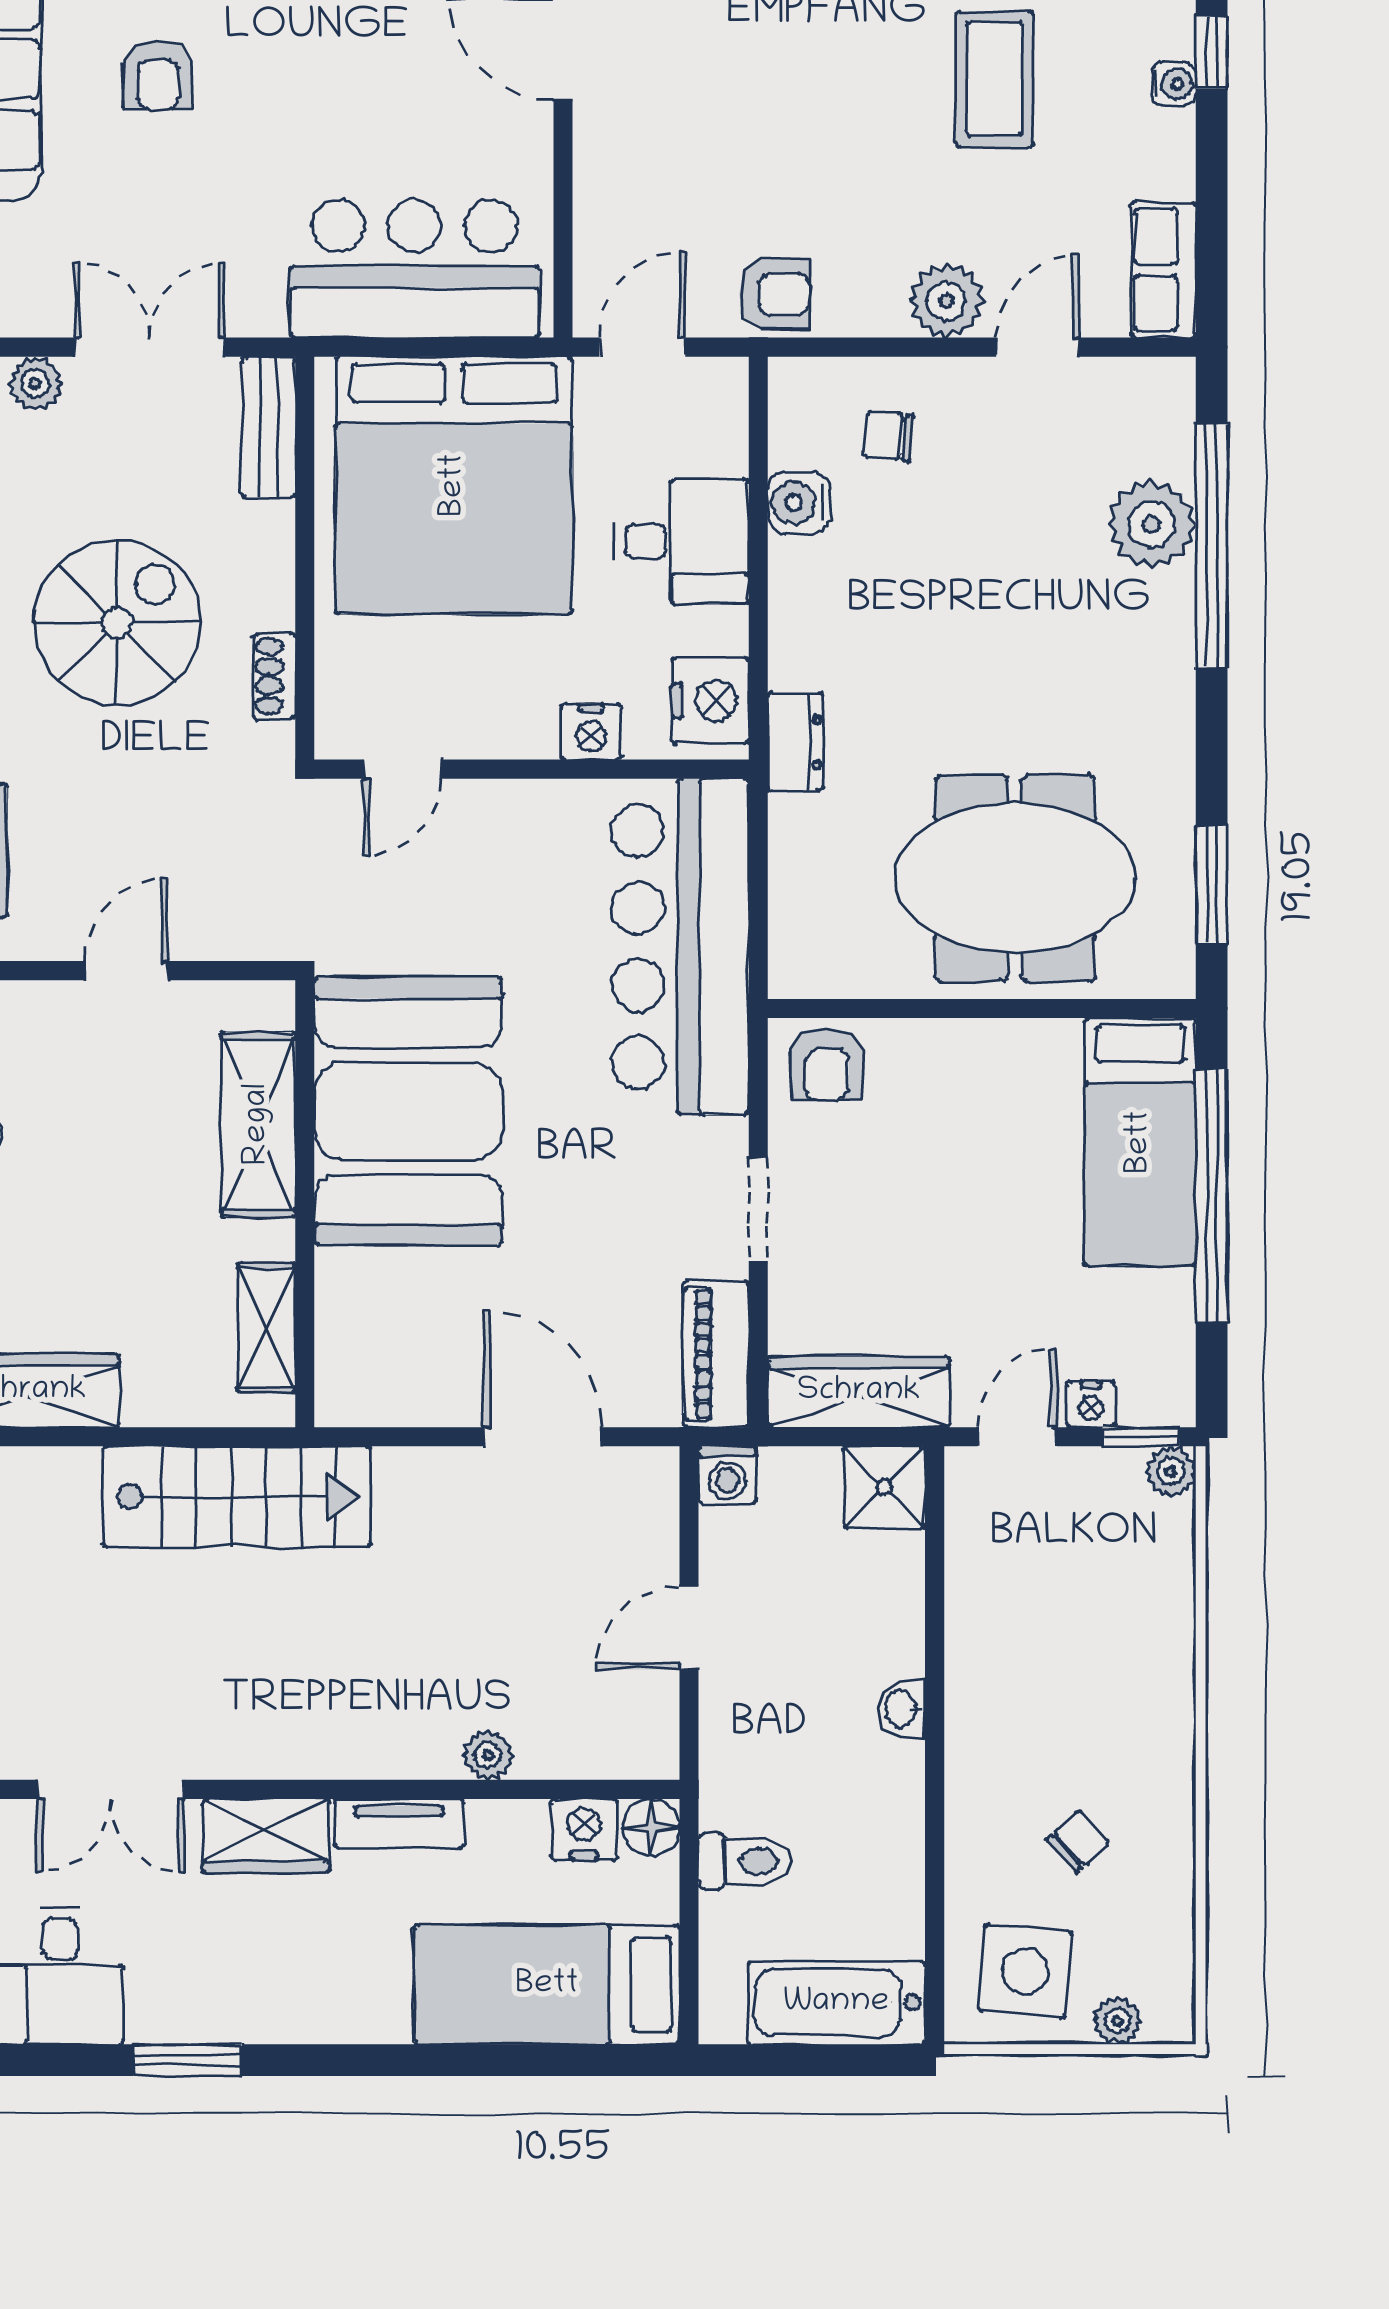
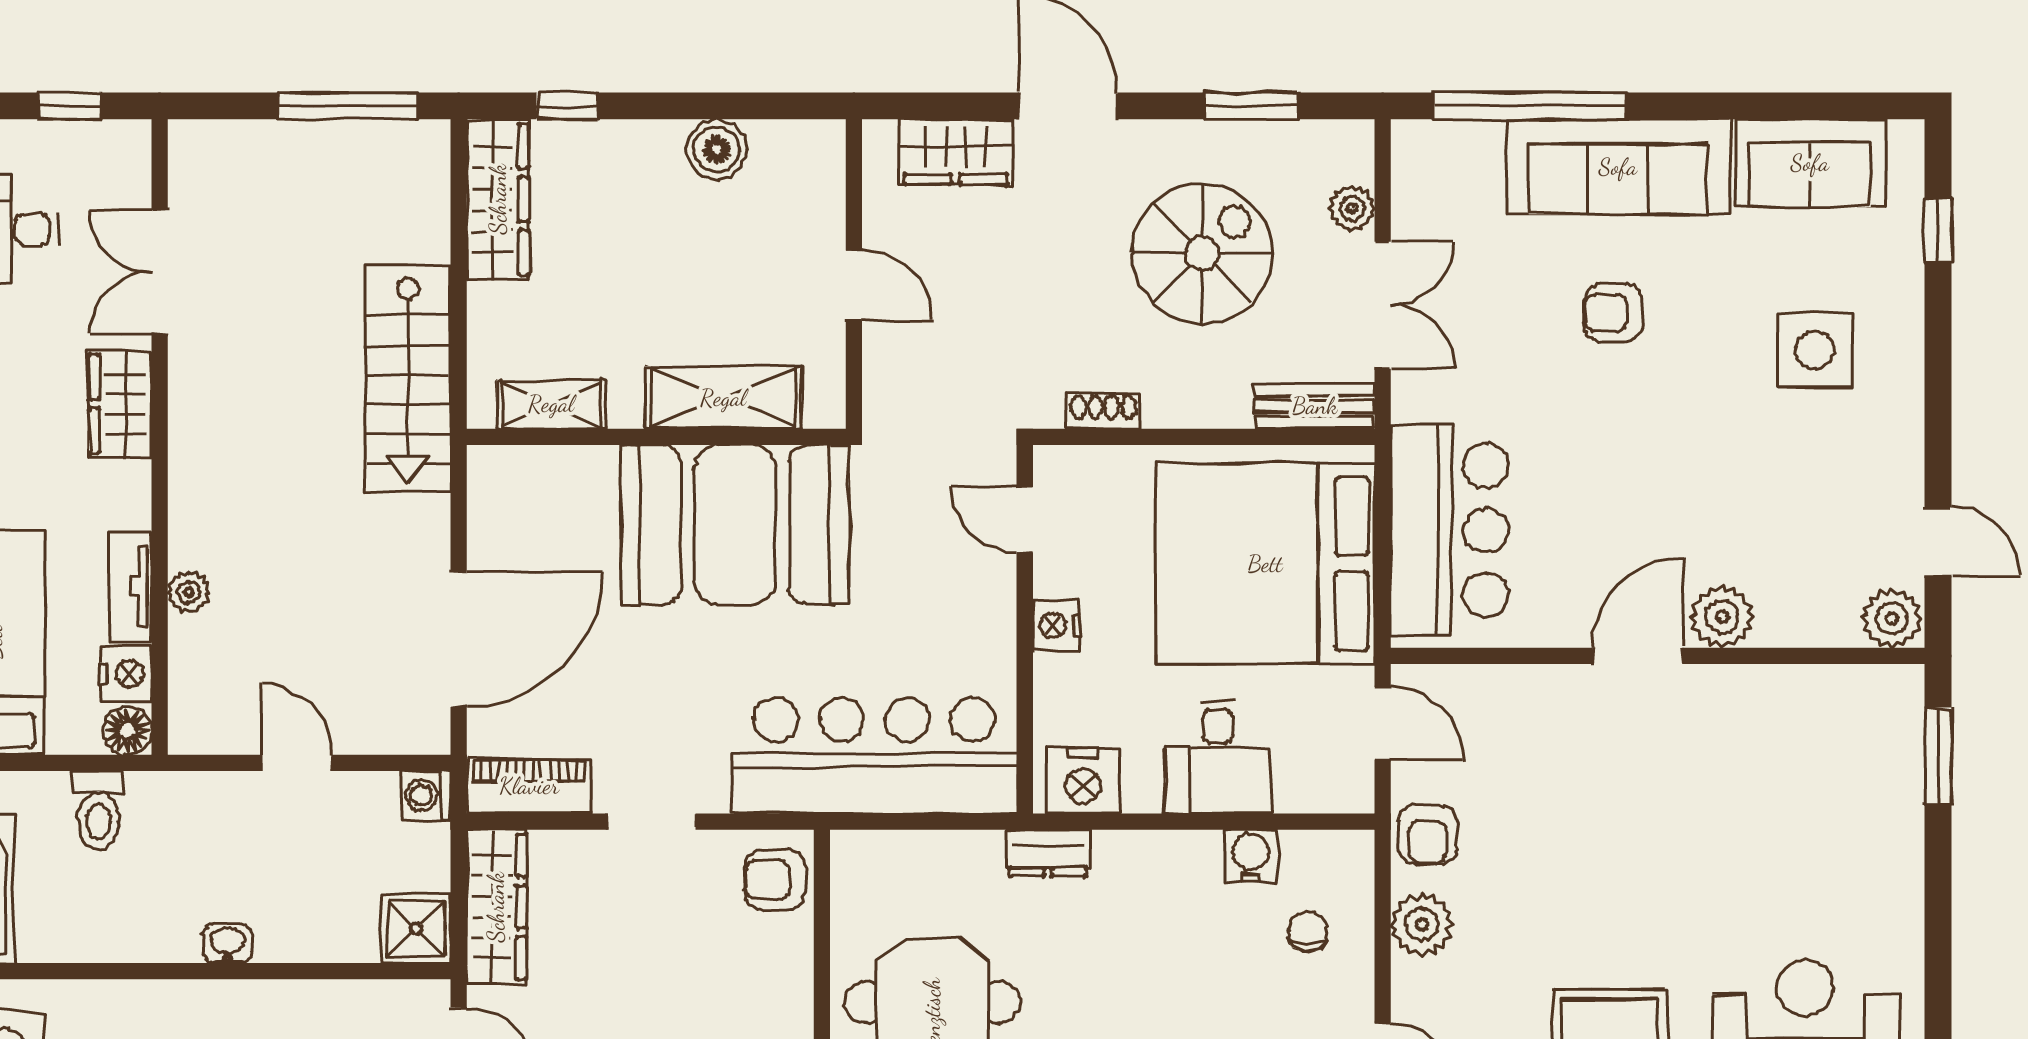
plant: (947, 301) -> (1422, 924), moved
spiral stairs: (117, 623) -> (1202, 254), moved, turned -90
nightstand: (591, 732) -> (1056, 626), moved
door: (543, 1437) -> (459, 639), width x1.36
tv unit: (399, 1824) -> (131, 587), moved

